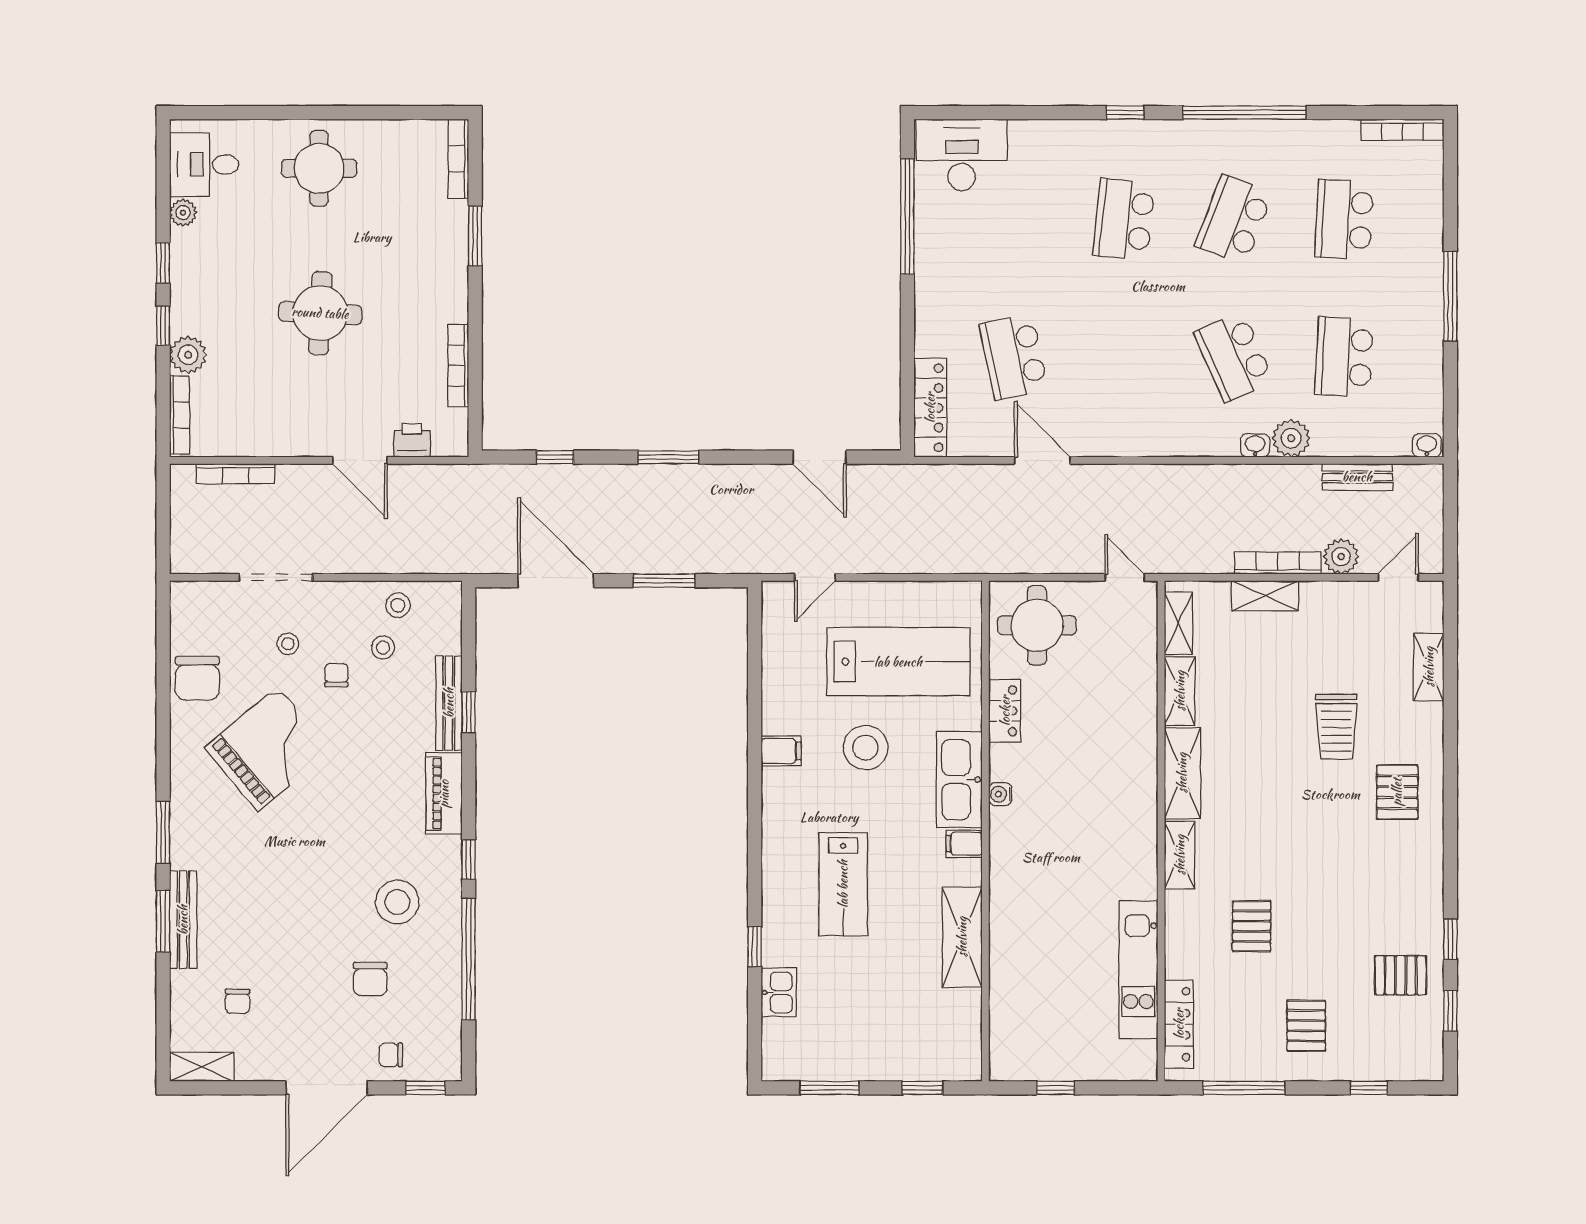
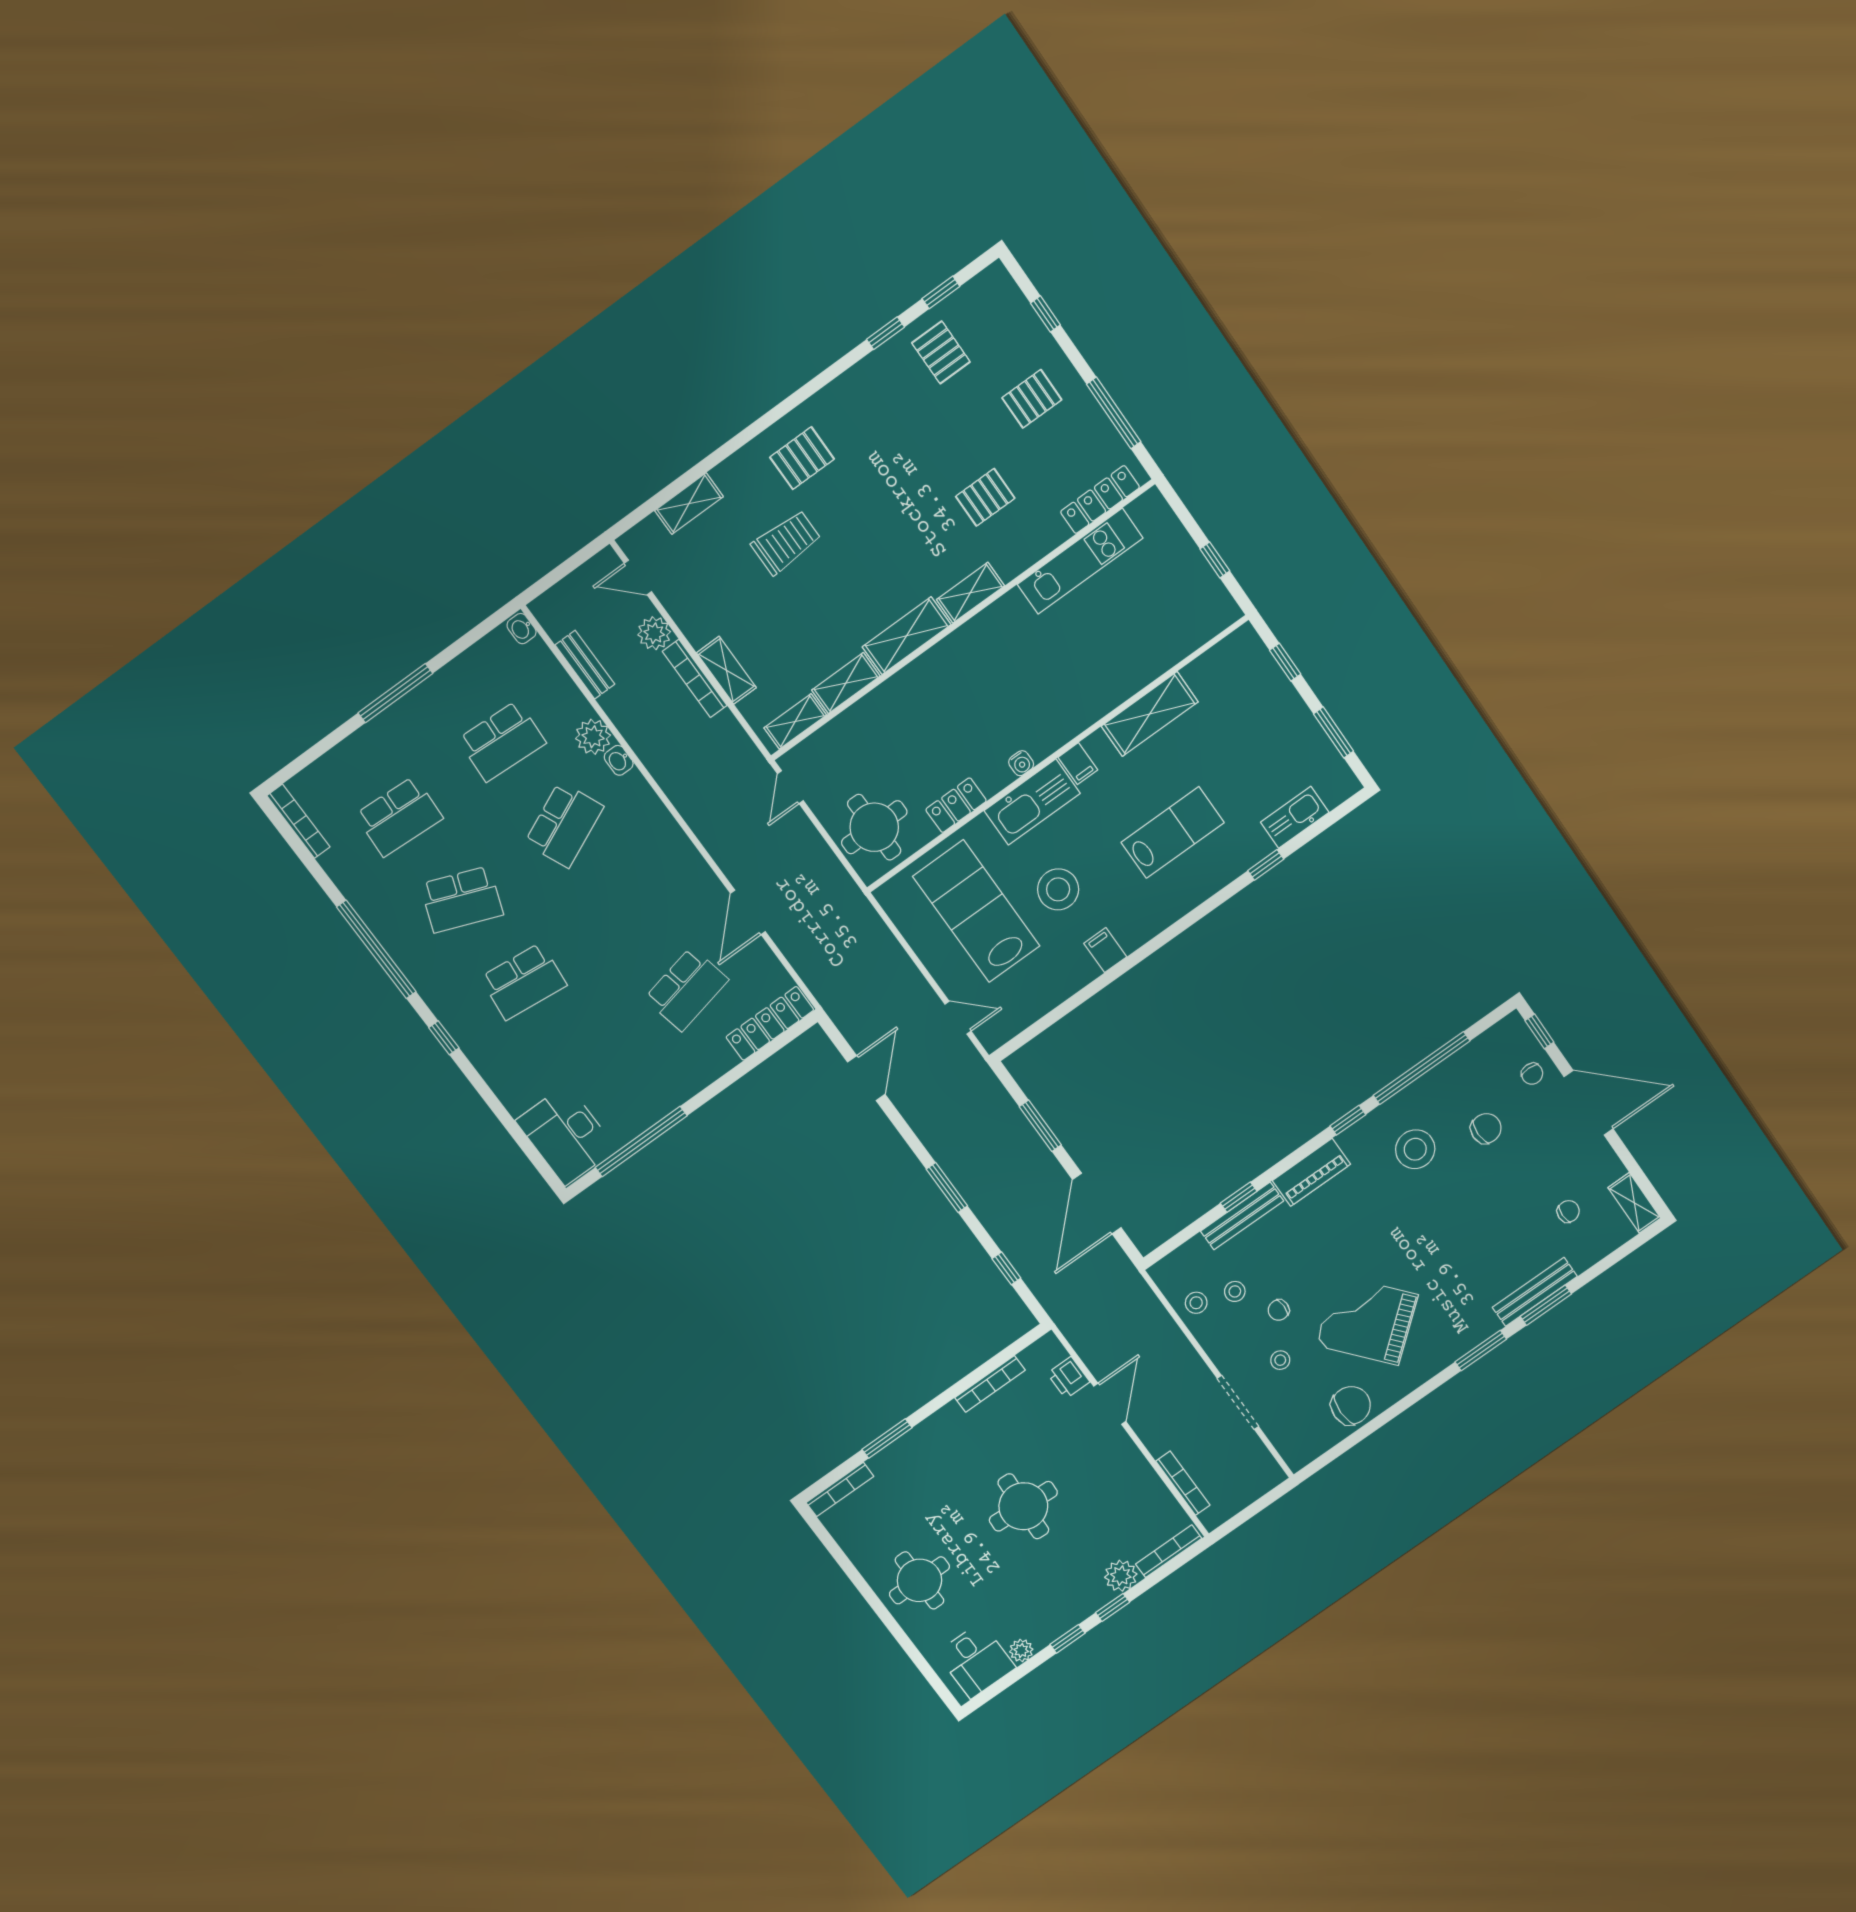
kitchen sink: (779, 992) -> (1295, 817), width x1.38

